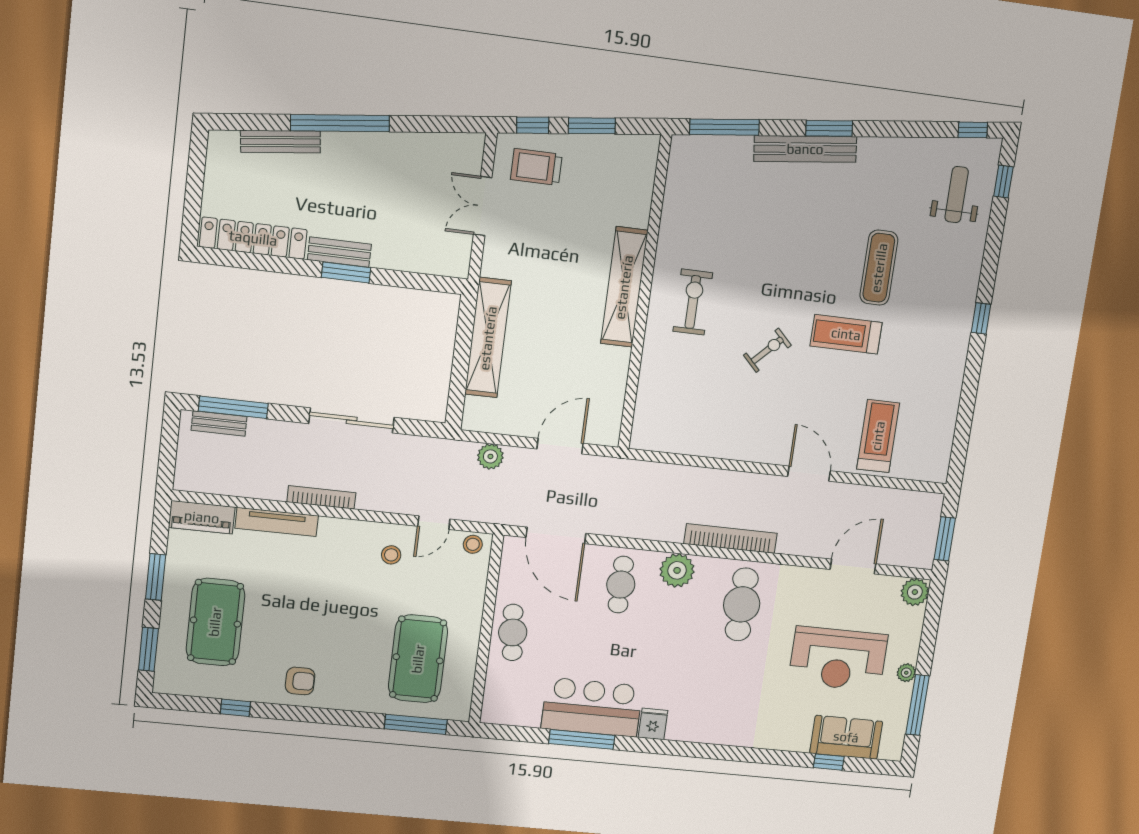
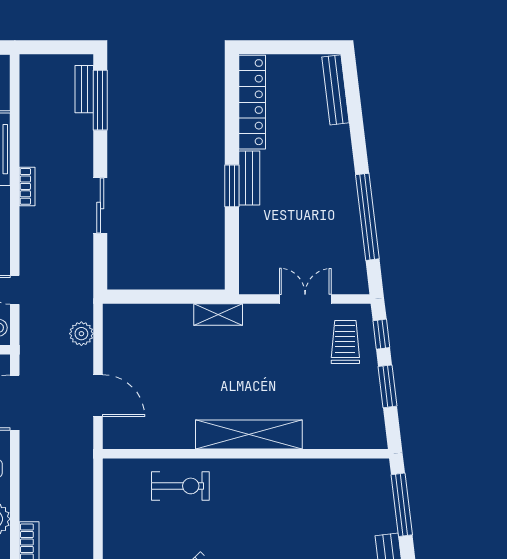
window: (340, 123) -> (367, 217), moved
bench: (280, 142) -> (335, 90), moved
exercise bike: (693, 302) -> (180, 486), moved
shelving: (488, 338) -> (218, 314), width x0.45, depth x0.75
sliding door: (352, 420) -> (100, 206), width x0.73
bookcase: (321, 497) -> (27, 186), width x0.64

